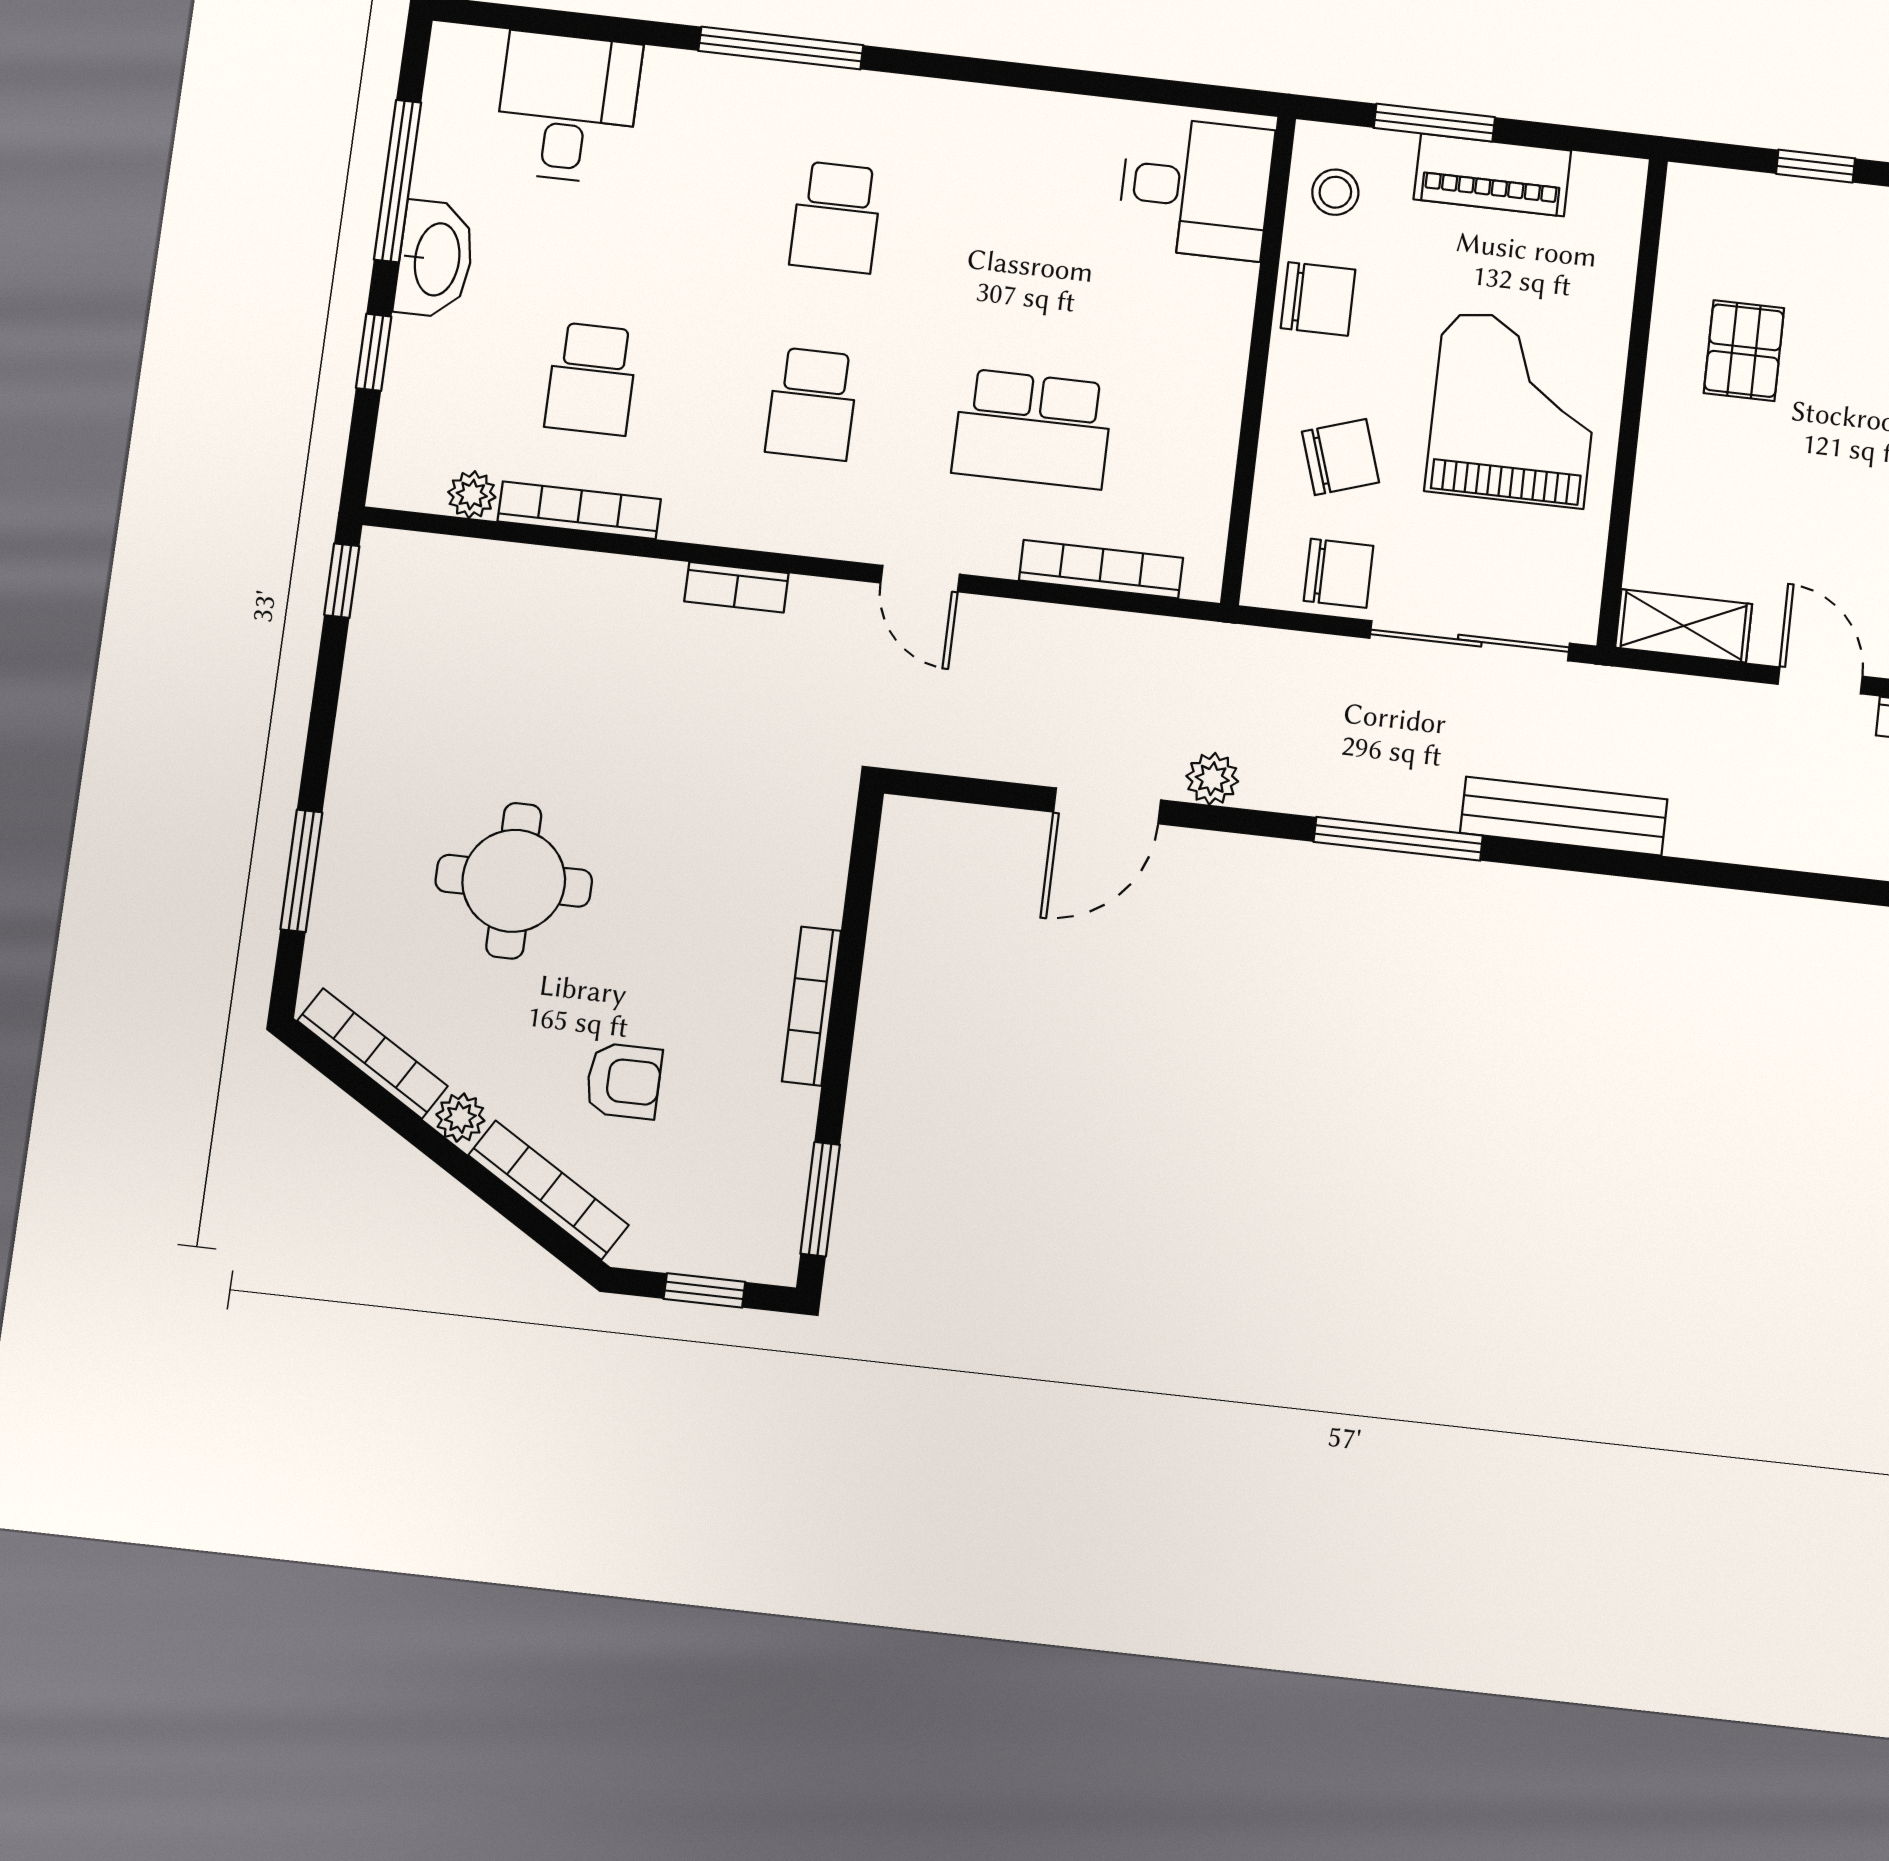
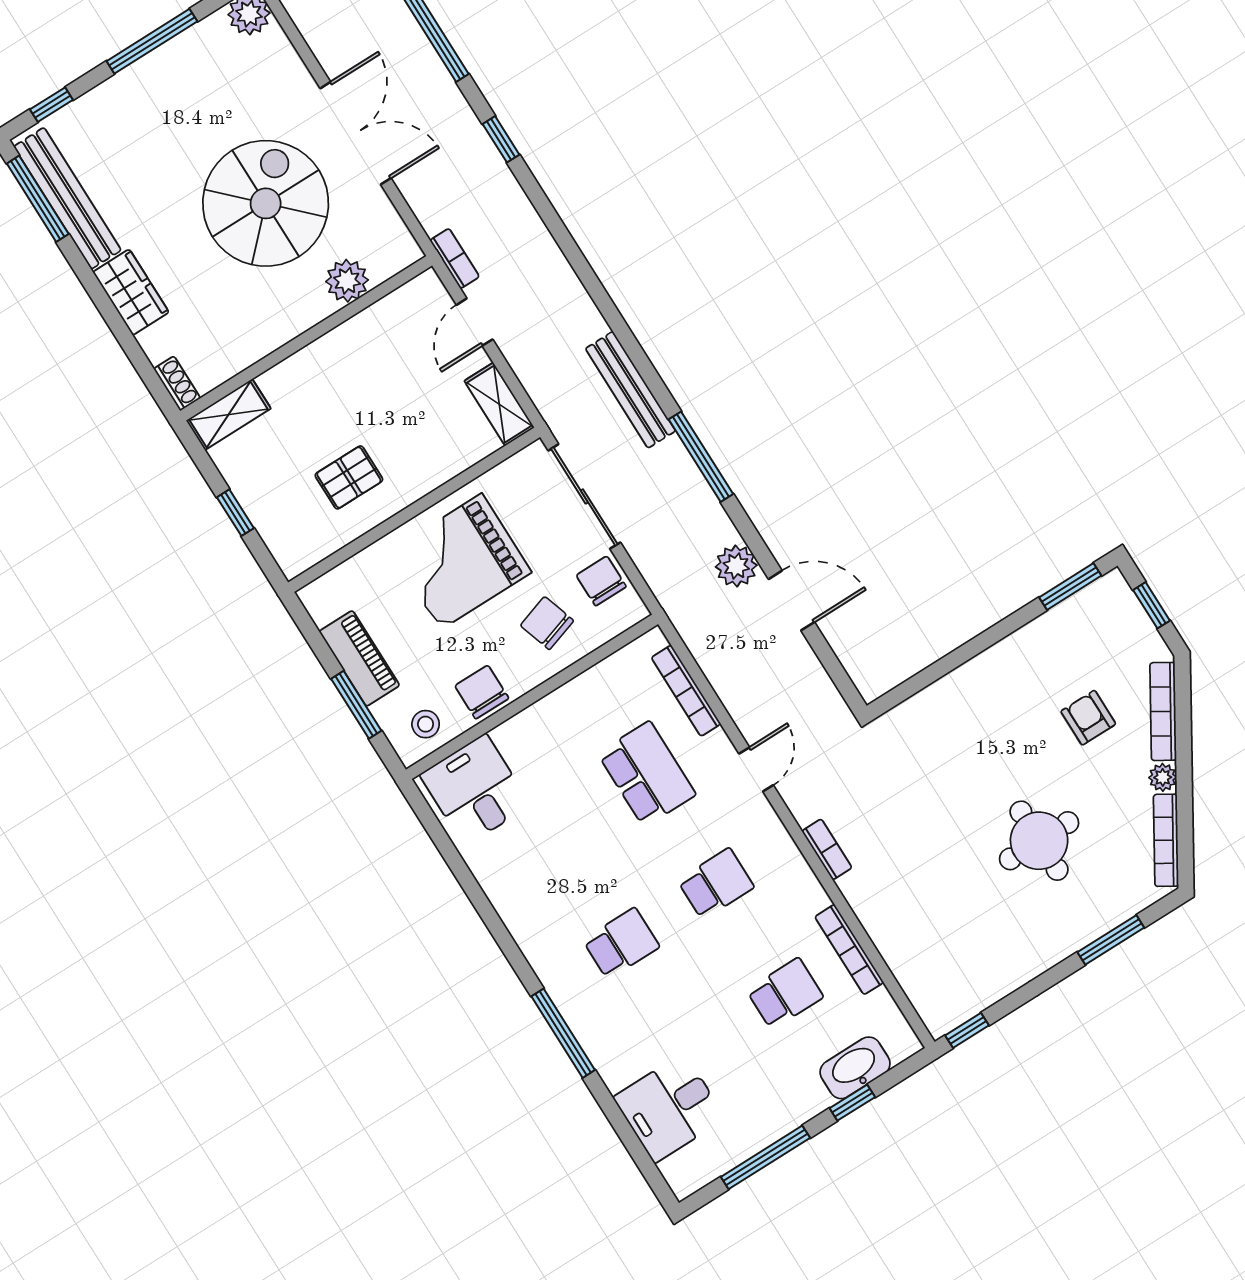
washbasin: (435, 259) -> (855, 1068), moved
plant: (472, 495) -> (881, 1004), removed
plant: (1212, 779) -> (736, 566), width x1.38, depth x1.38
bookcase: (811, 1006) -> (988, 661), removed

